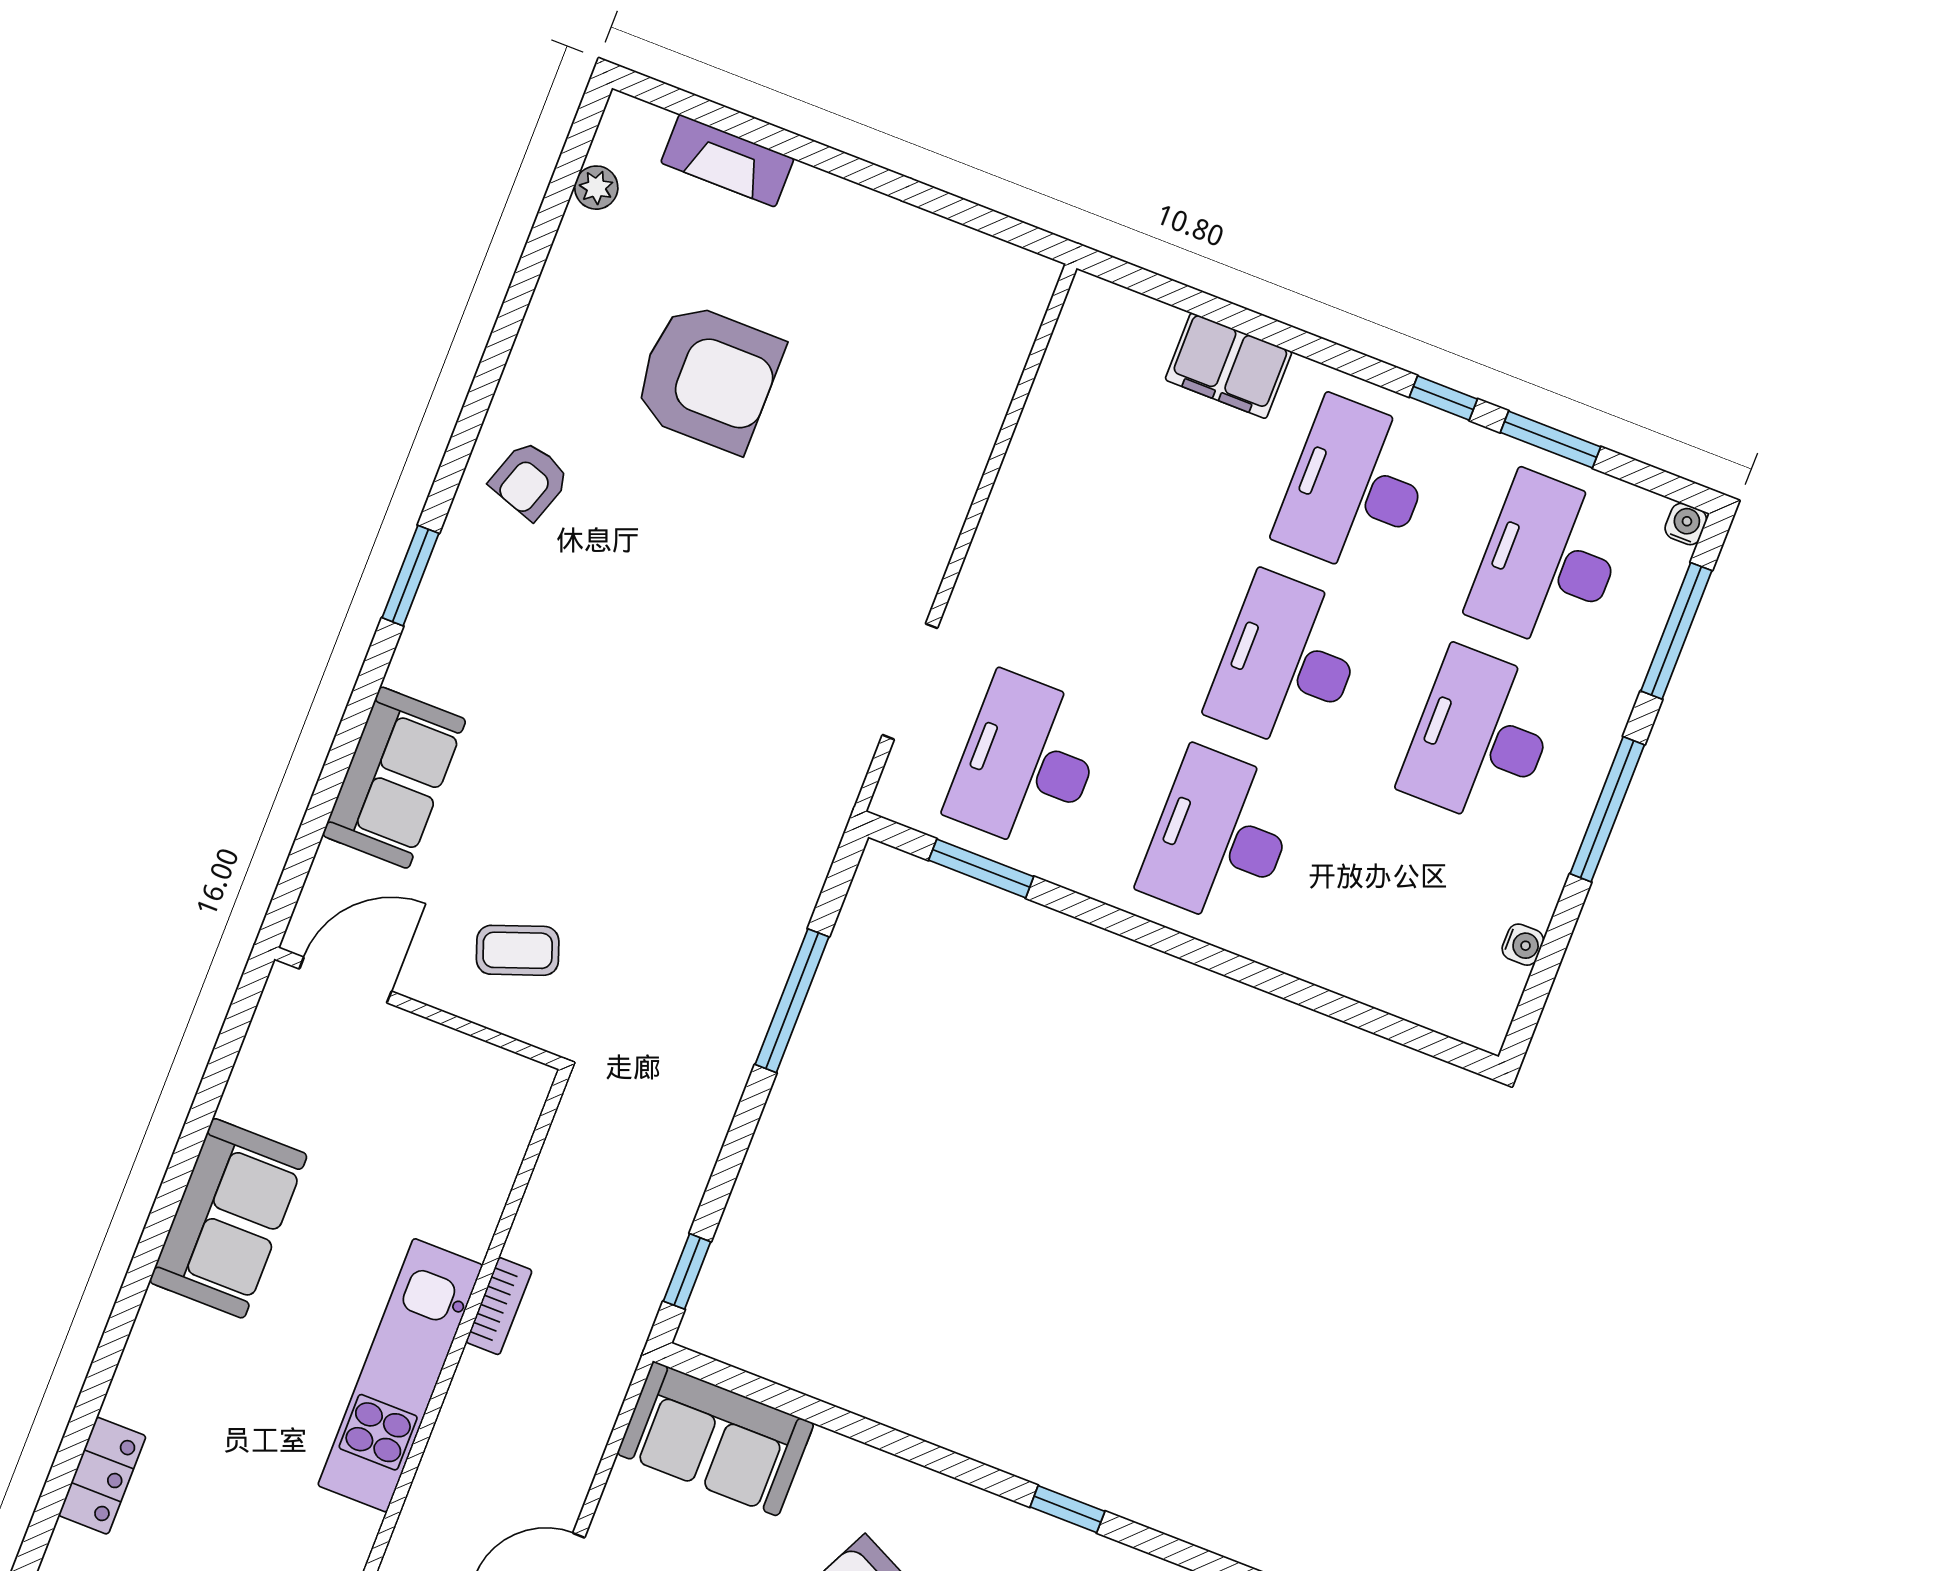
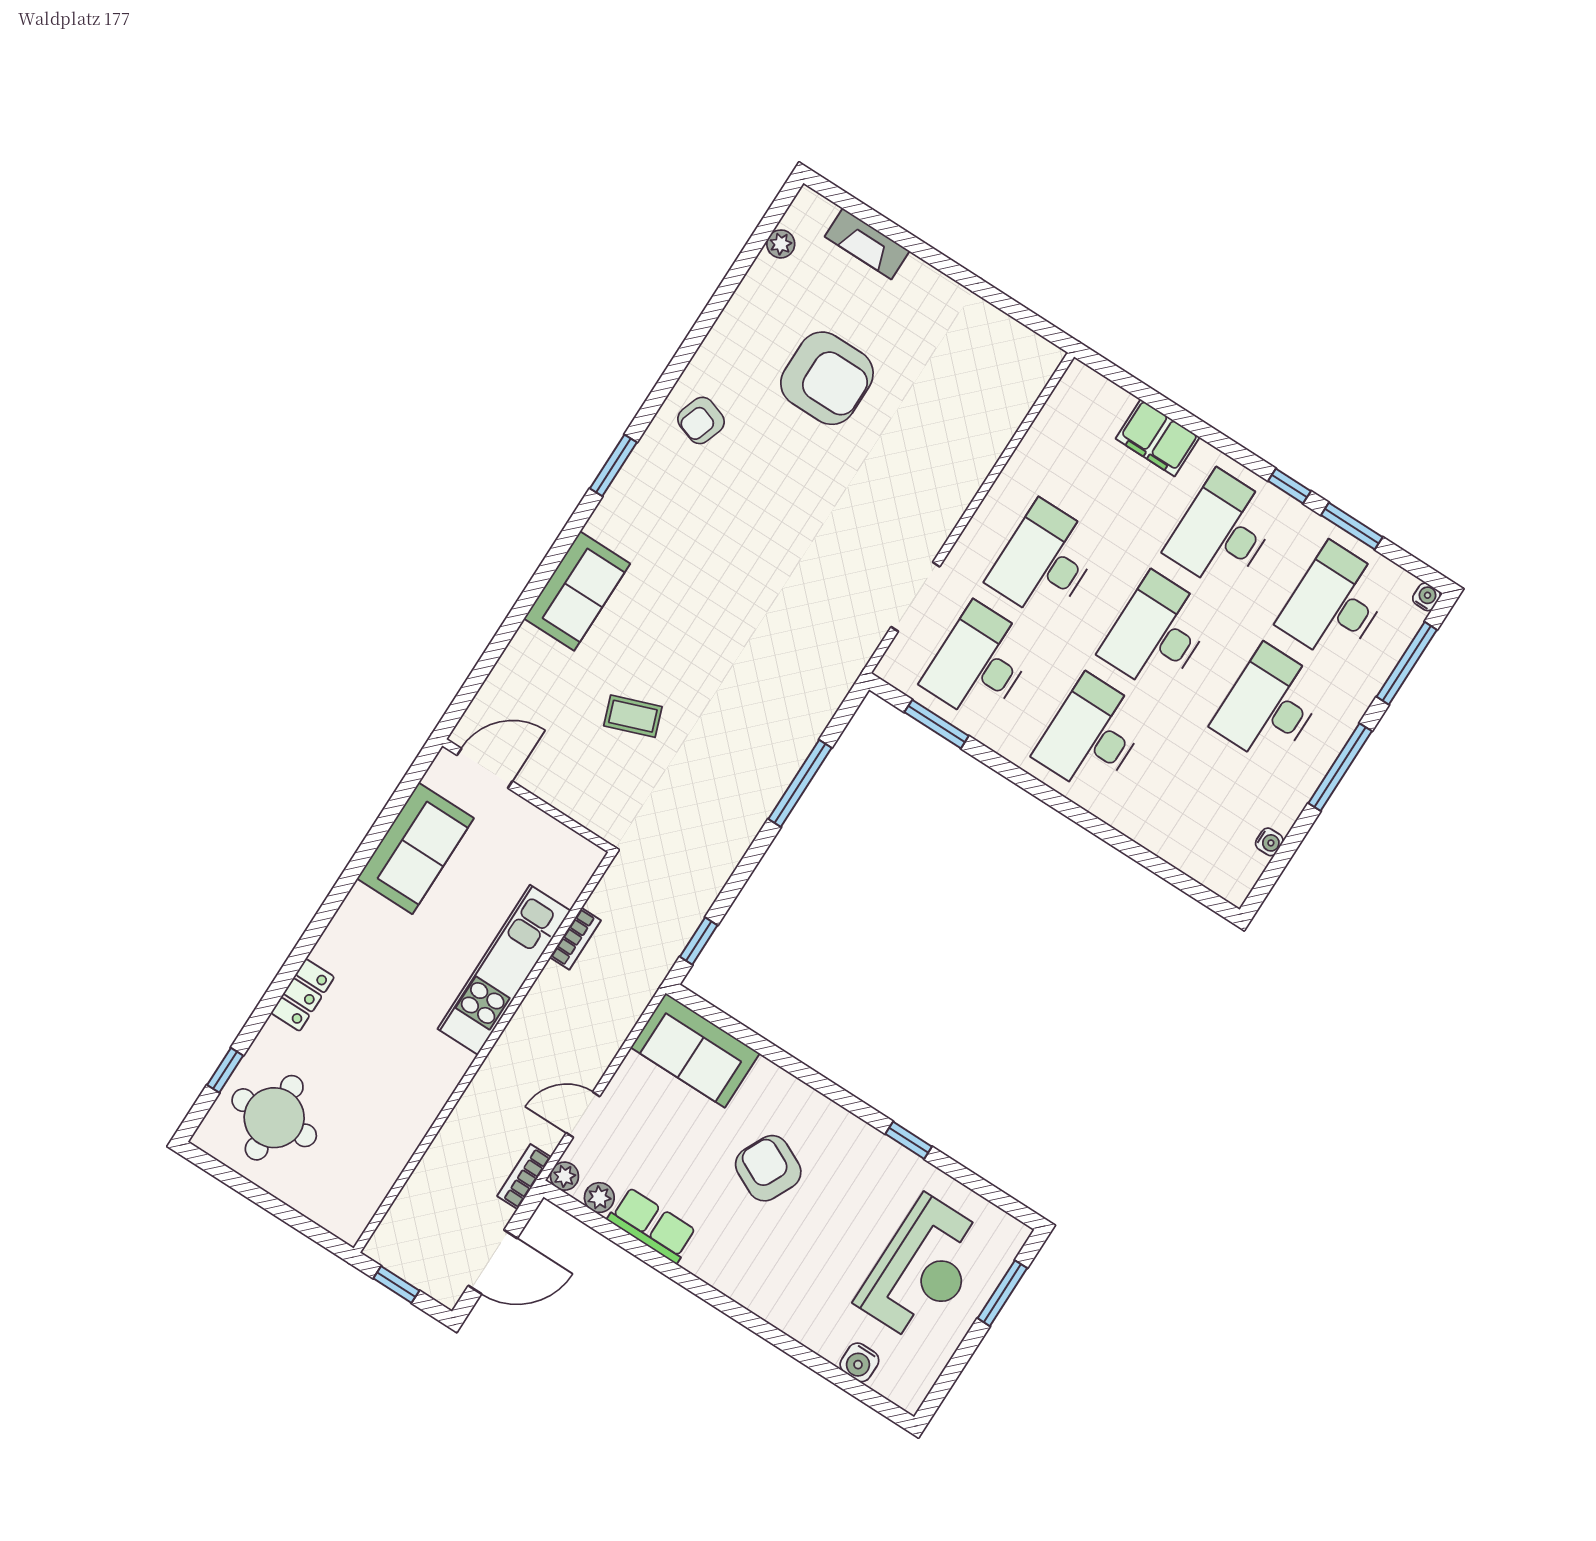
desk: (1095, 588) -> (1044, 561), added
door: (345, 980) -> (485, 768), moved
wall: (419, 1009) -> (527, 796), moved

